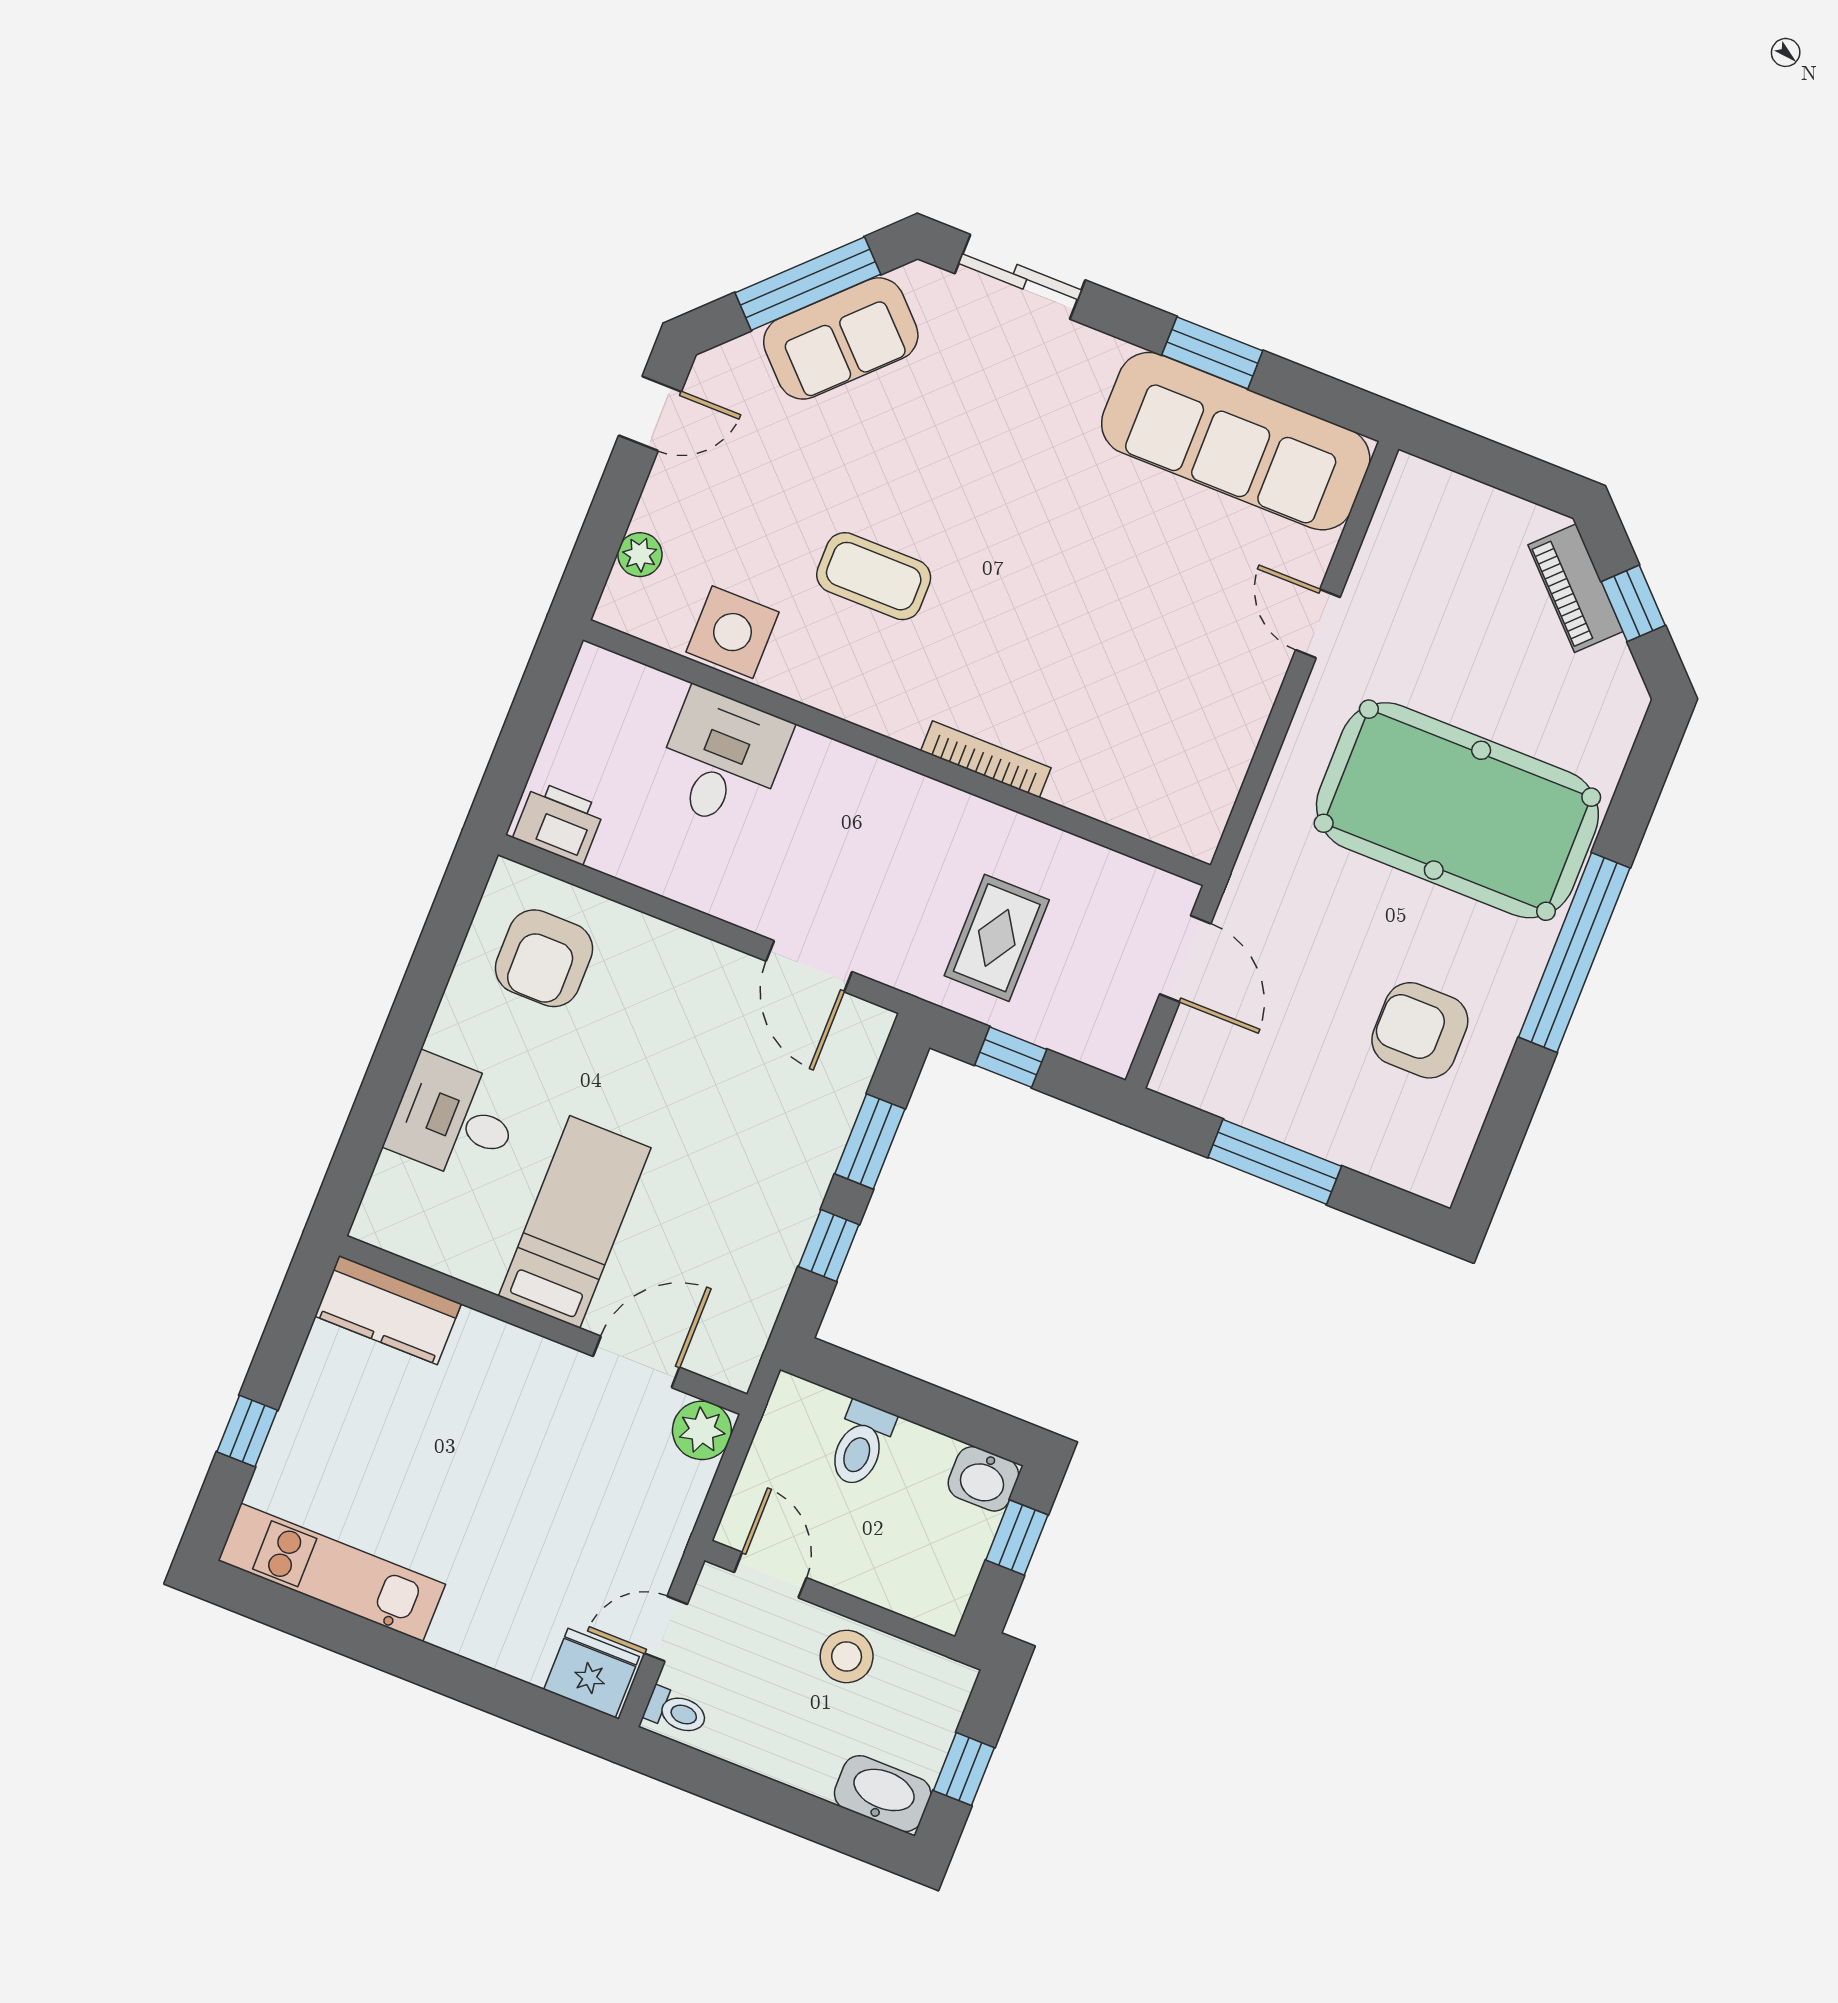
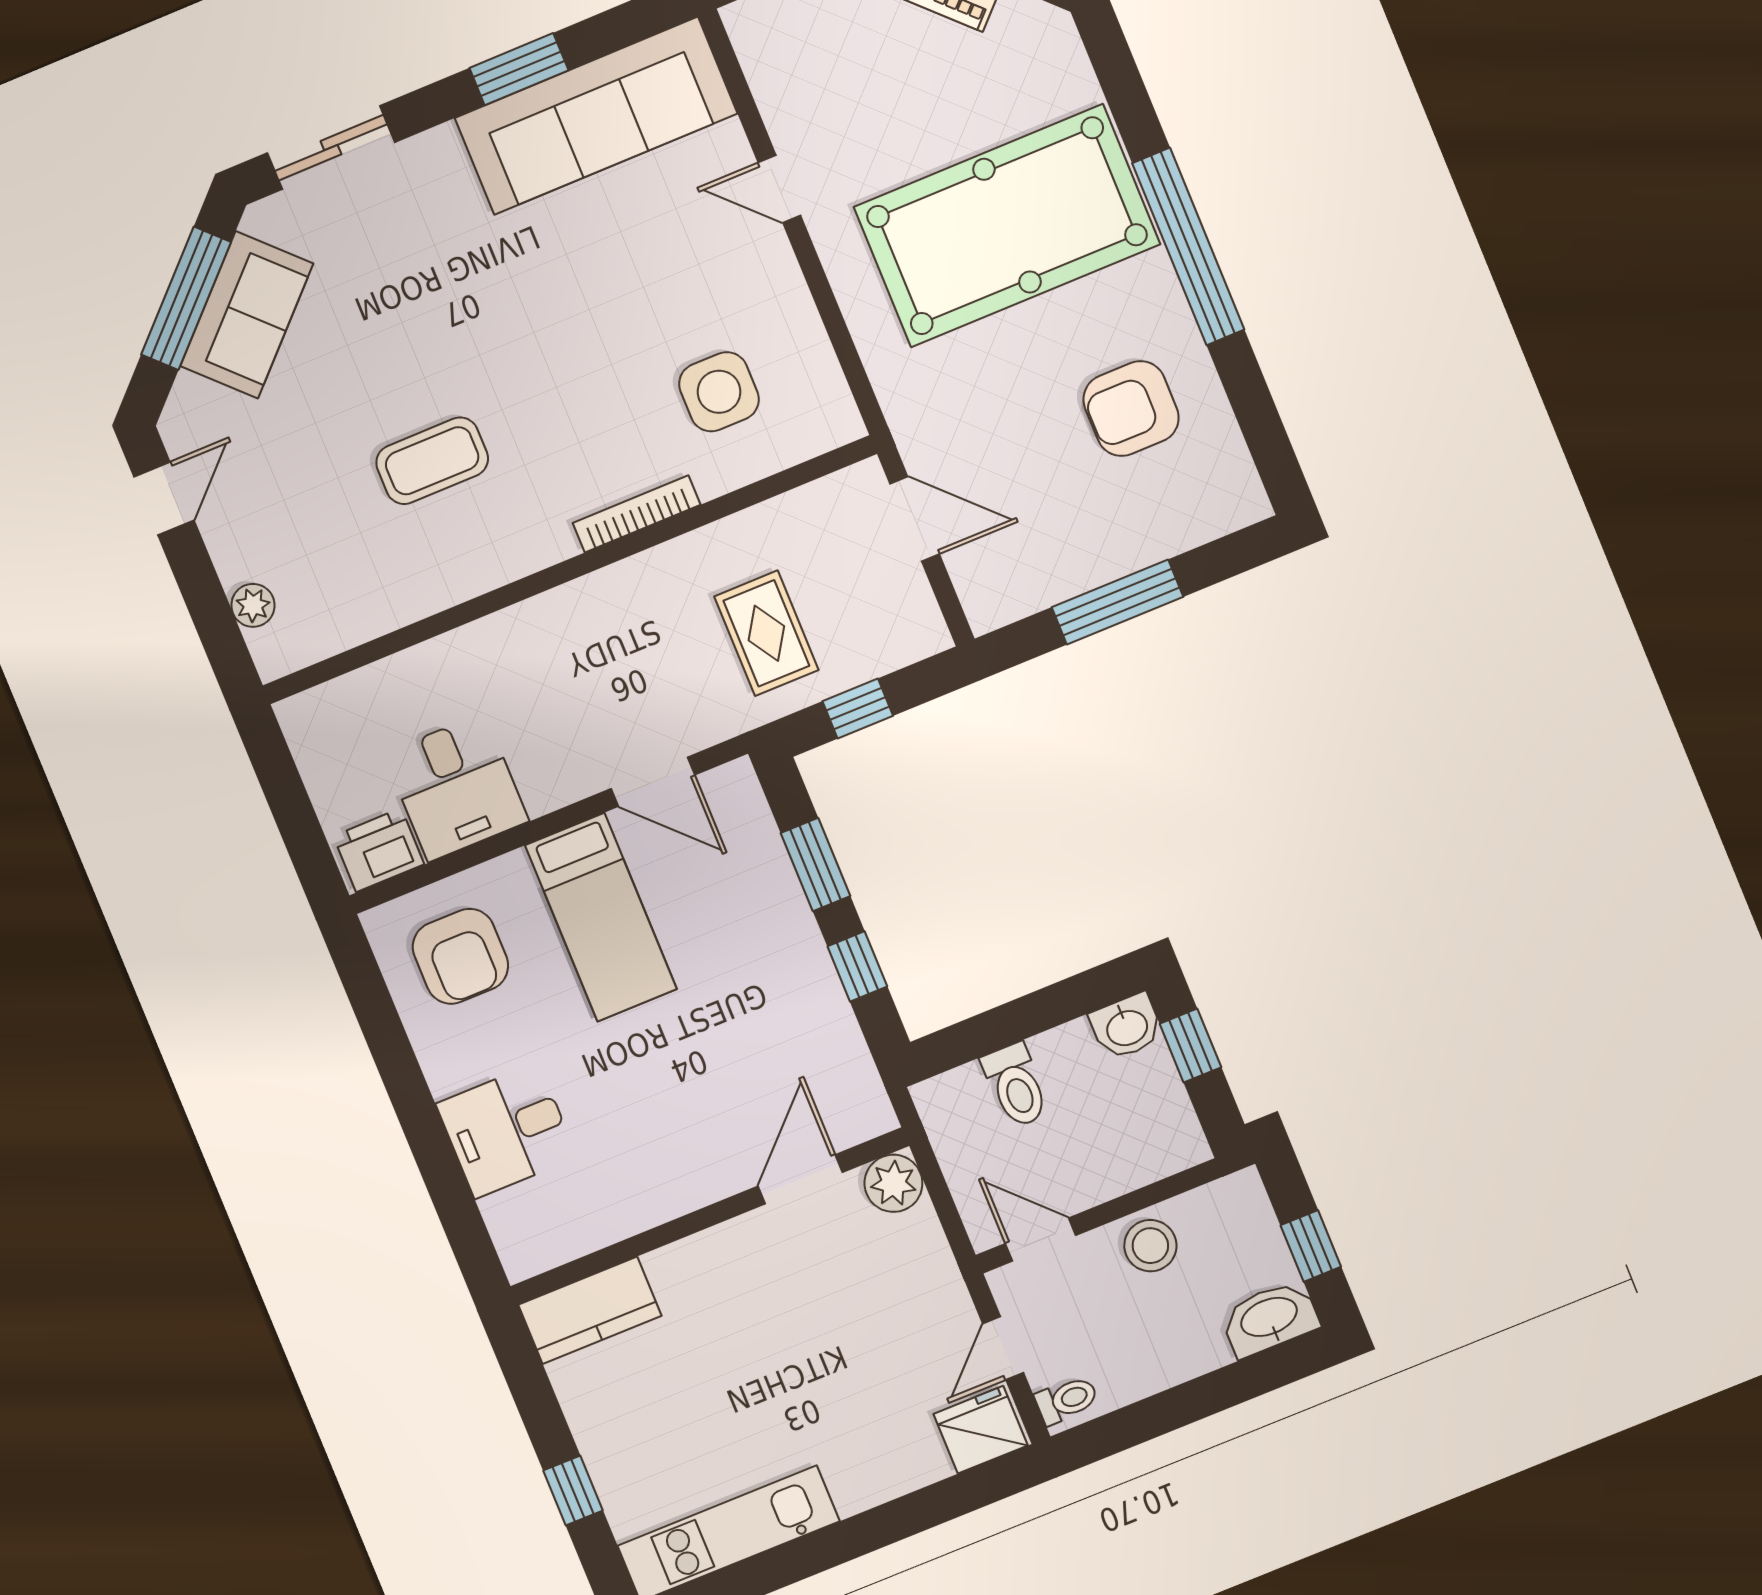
side table: (733, 632) -> (719, 392), moved
desk: (722, 759) -> (456, 787), moved, turned 180
bed: (575, 1222) -> (601, 917), moved, turned 180

